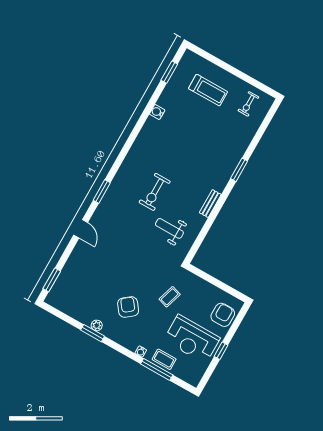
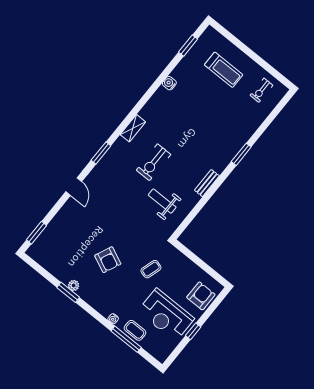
shelving: (129, 162) -> (133, 128), added
armchair: (128, 307) -> (108, 260), moved, turned 152

